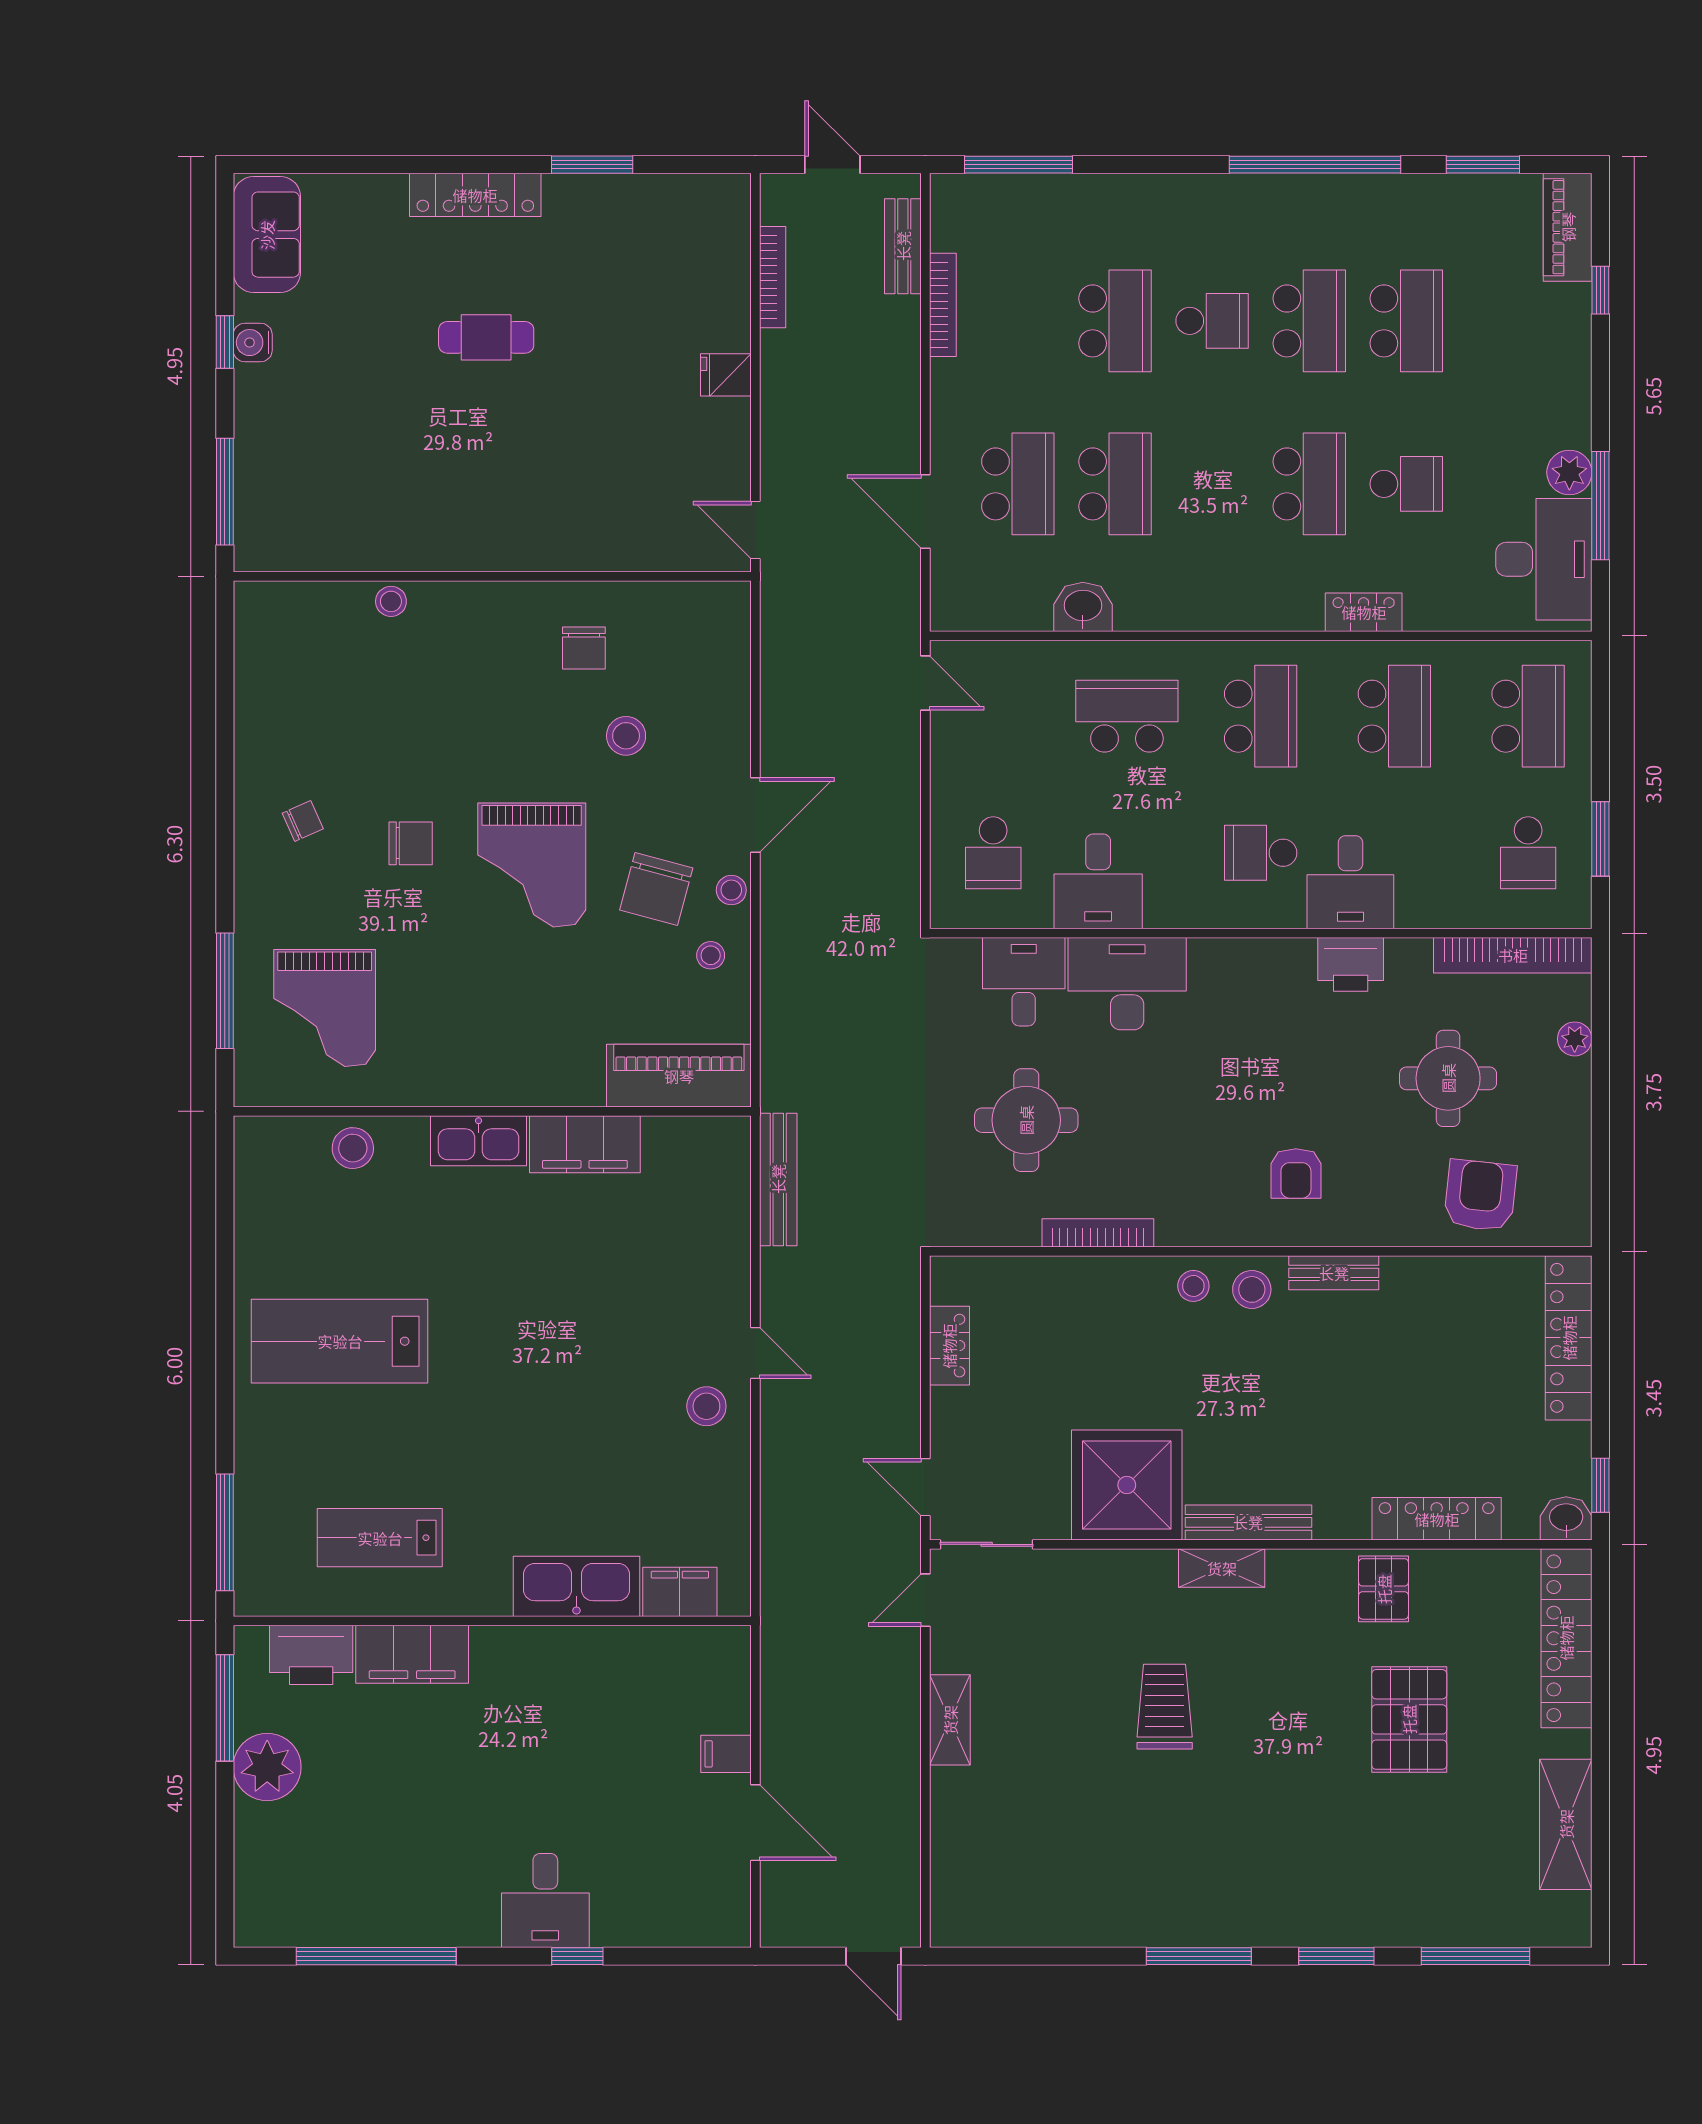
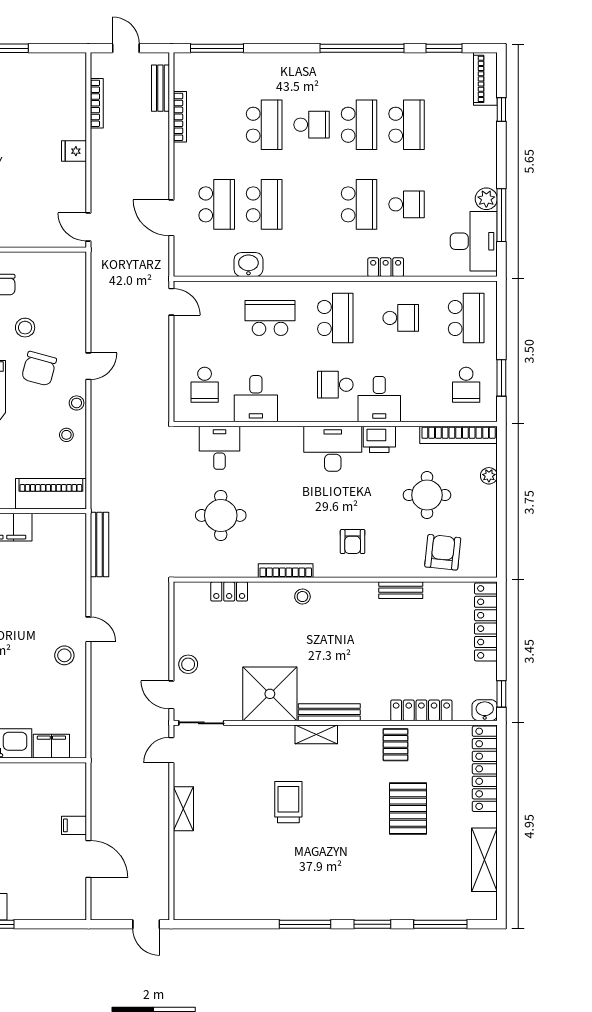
school desk: (1394, 716) -> (401, 318), width x0.54
door: (755, 815) -> (88, 366), width x0.73
chair: (656, 889) -> (39, 369), moved
desk: (1127, 984) -> (333, 449), moved
bookcase: (1098, 1233) -> (286, 571), moved
bench: (1334, 1273) -> (401, 590), moved
stool: (1252, 1289) -> (188, 664), moved
locker: (949, 1346) -> (229, 591), moved, turned 90

